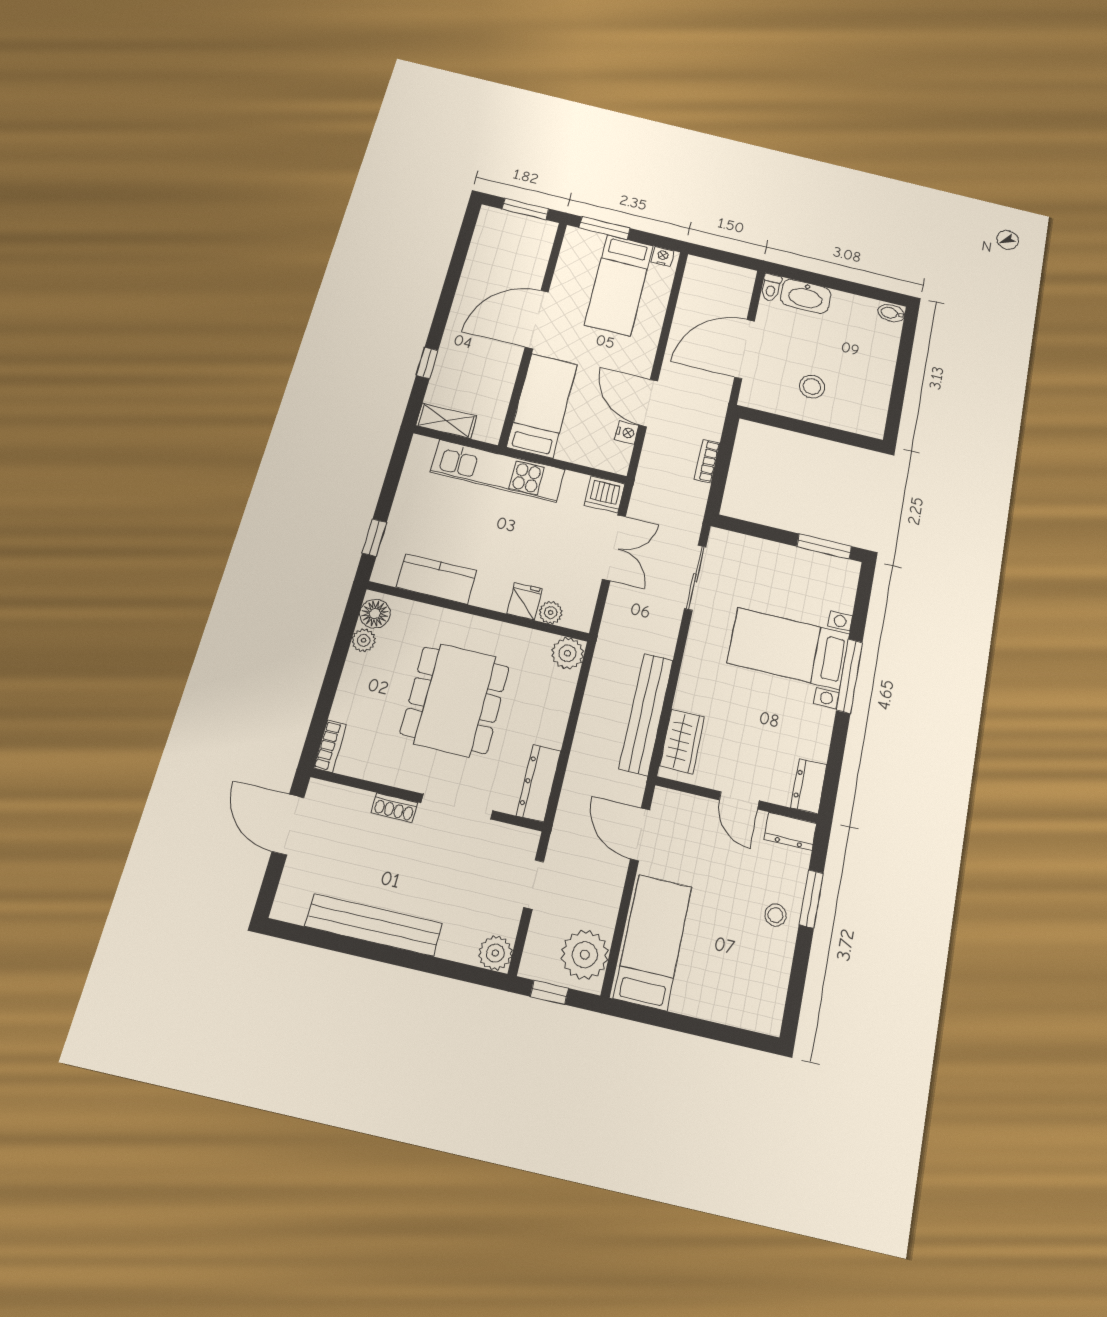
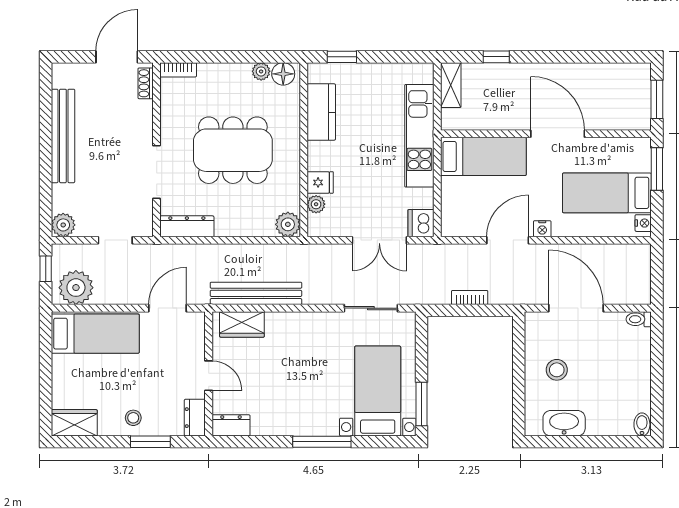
washbasin: (806, 296) -> (564, 423), moved, turned 90
nightstand: (627, 433) -> (542, 229), moved
bed with nightstands: (789, 648) -> (378, 391), moved
door: (739, 800) -> (209, 376), swing flipped
shoe rack: (394, 808) -> (146, 83), moved
wardrobe: (767, 1000) -> (74, 423), added

